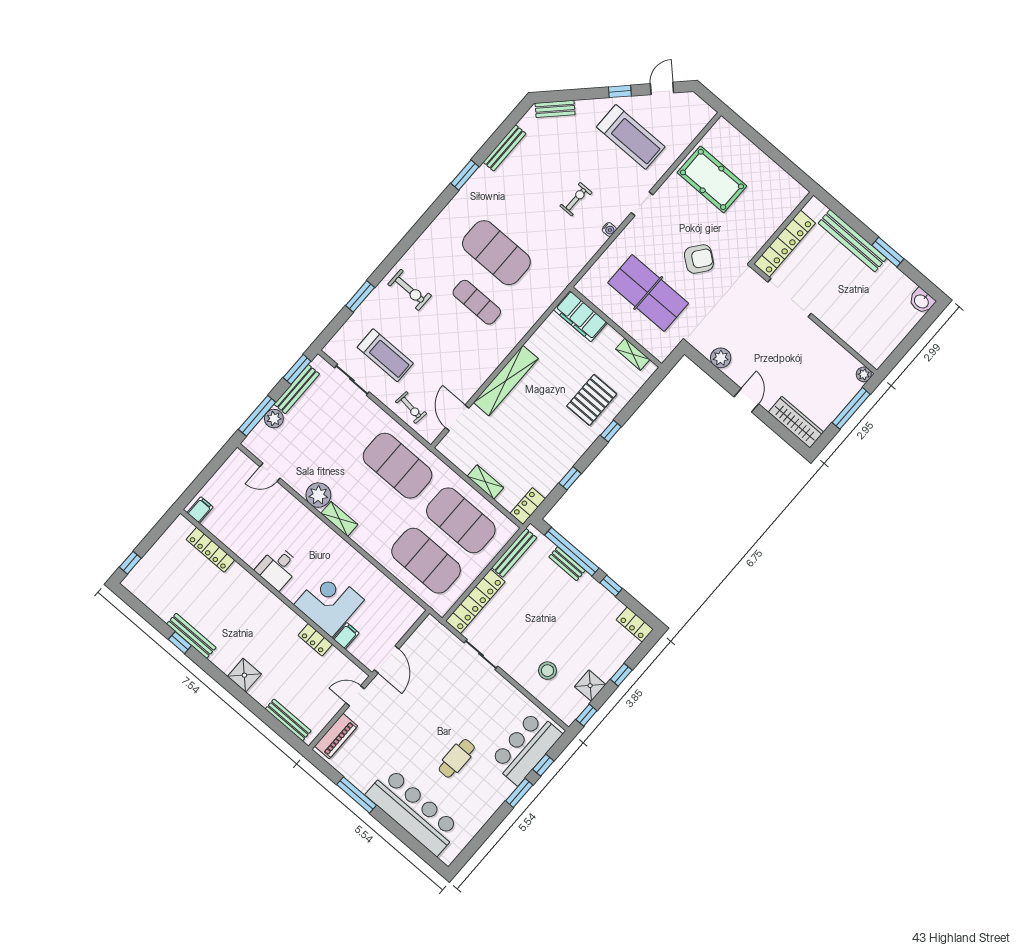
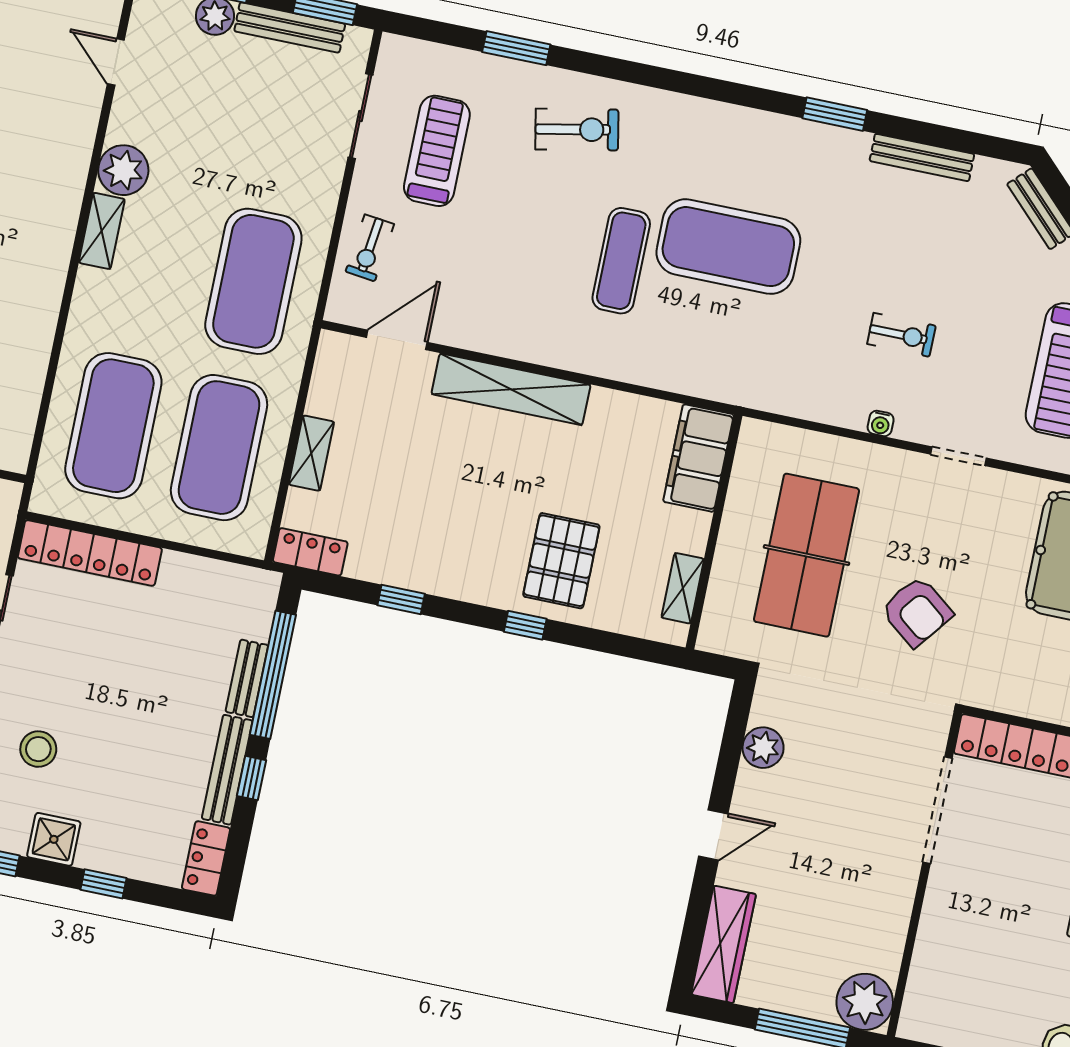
exercise mat: (496, 253) -> (728, 247), turned 90
exercise bike: (410, 290) -> (577, 130), turned -101
treadmill: (385, 355) -> (437, 151), turned 180
plant: (864, 374) -> (865, 1002), width x1.88, depth x1.88
pallet: (592, 400) -> (561, 561), turned 90
bench: (514, 553) -> (227, 770), moved, turned 90

